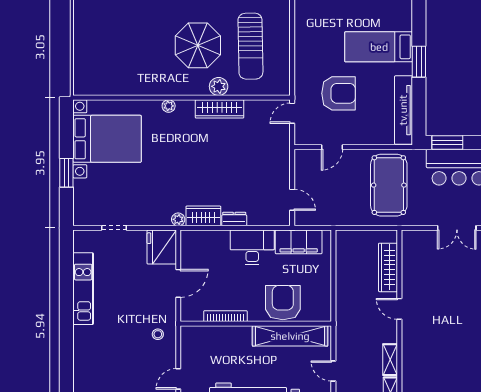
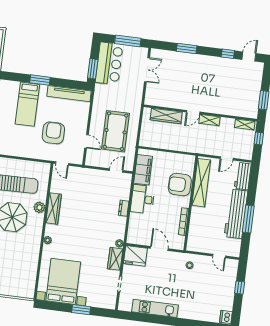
pool table: (389, 185) -> (116, 131), moved, turned 90
wardrobe: (203, 216) -> (115, 259), moved
shelving: (390, 360) -> (209, 120), moved

